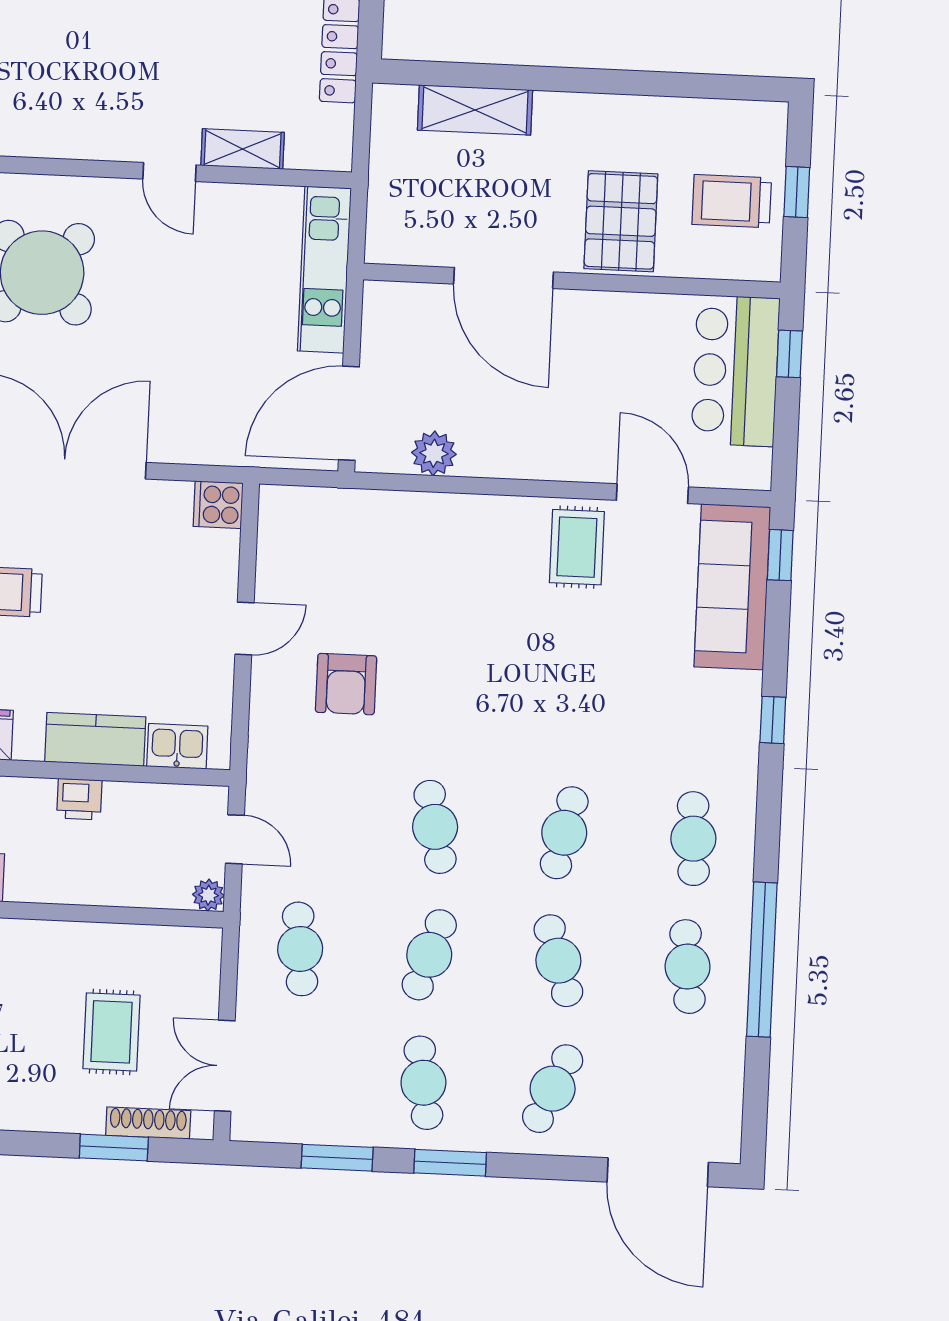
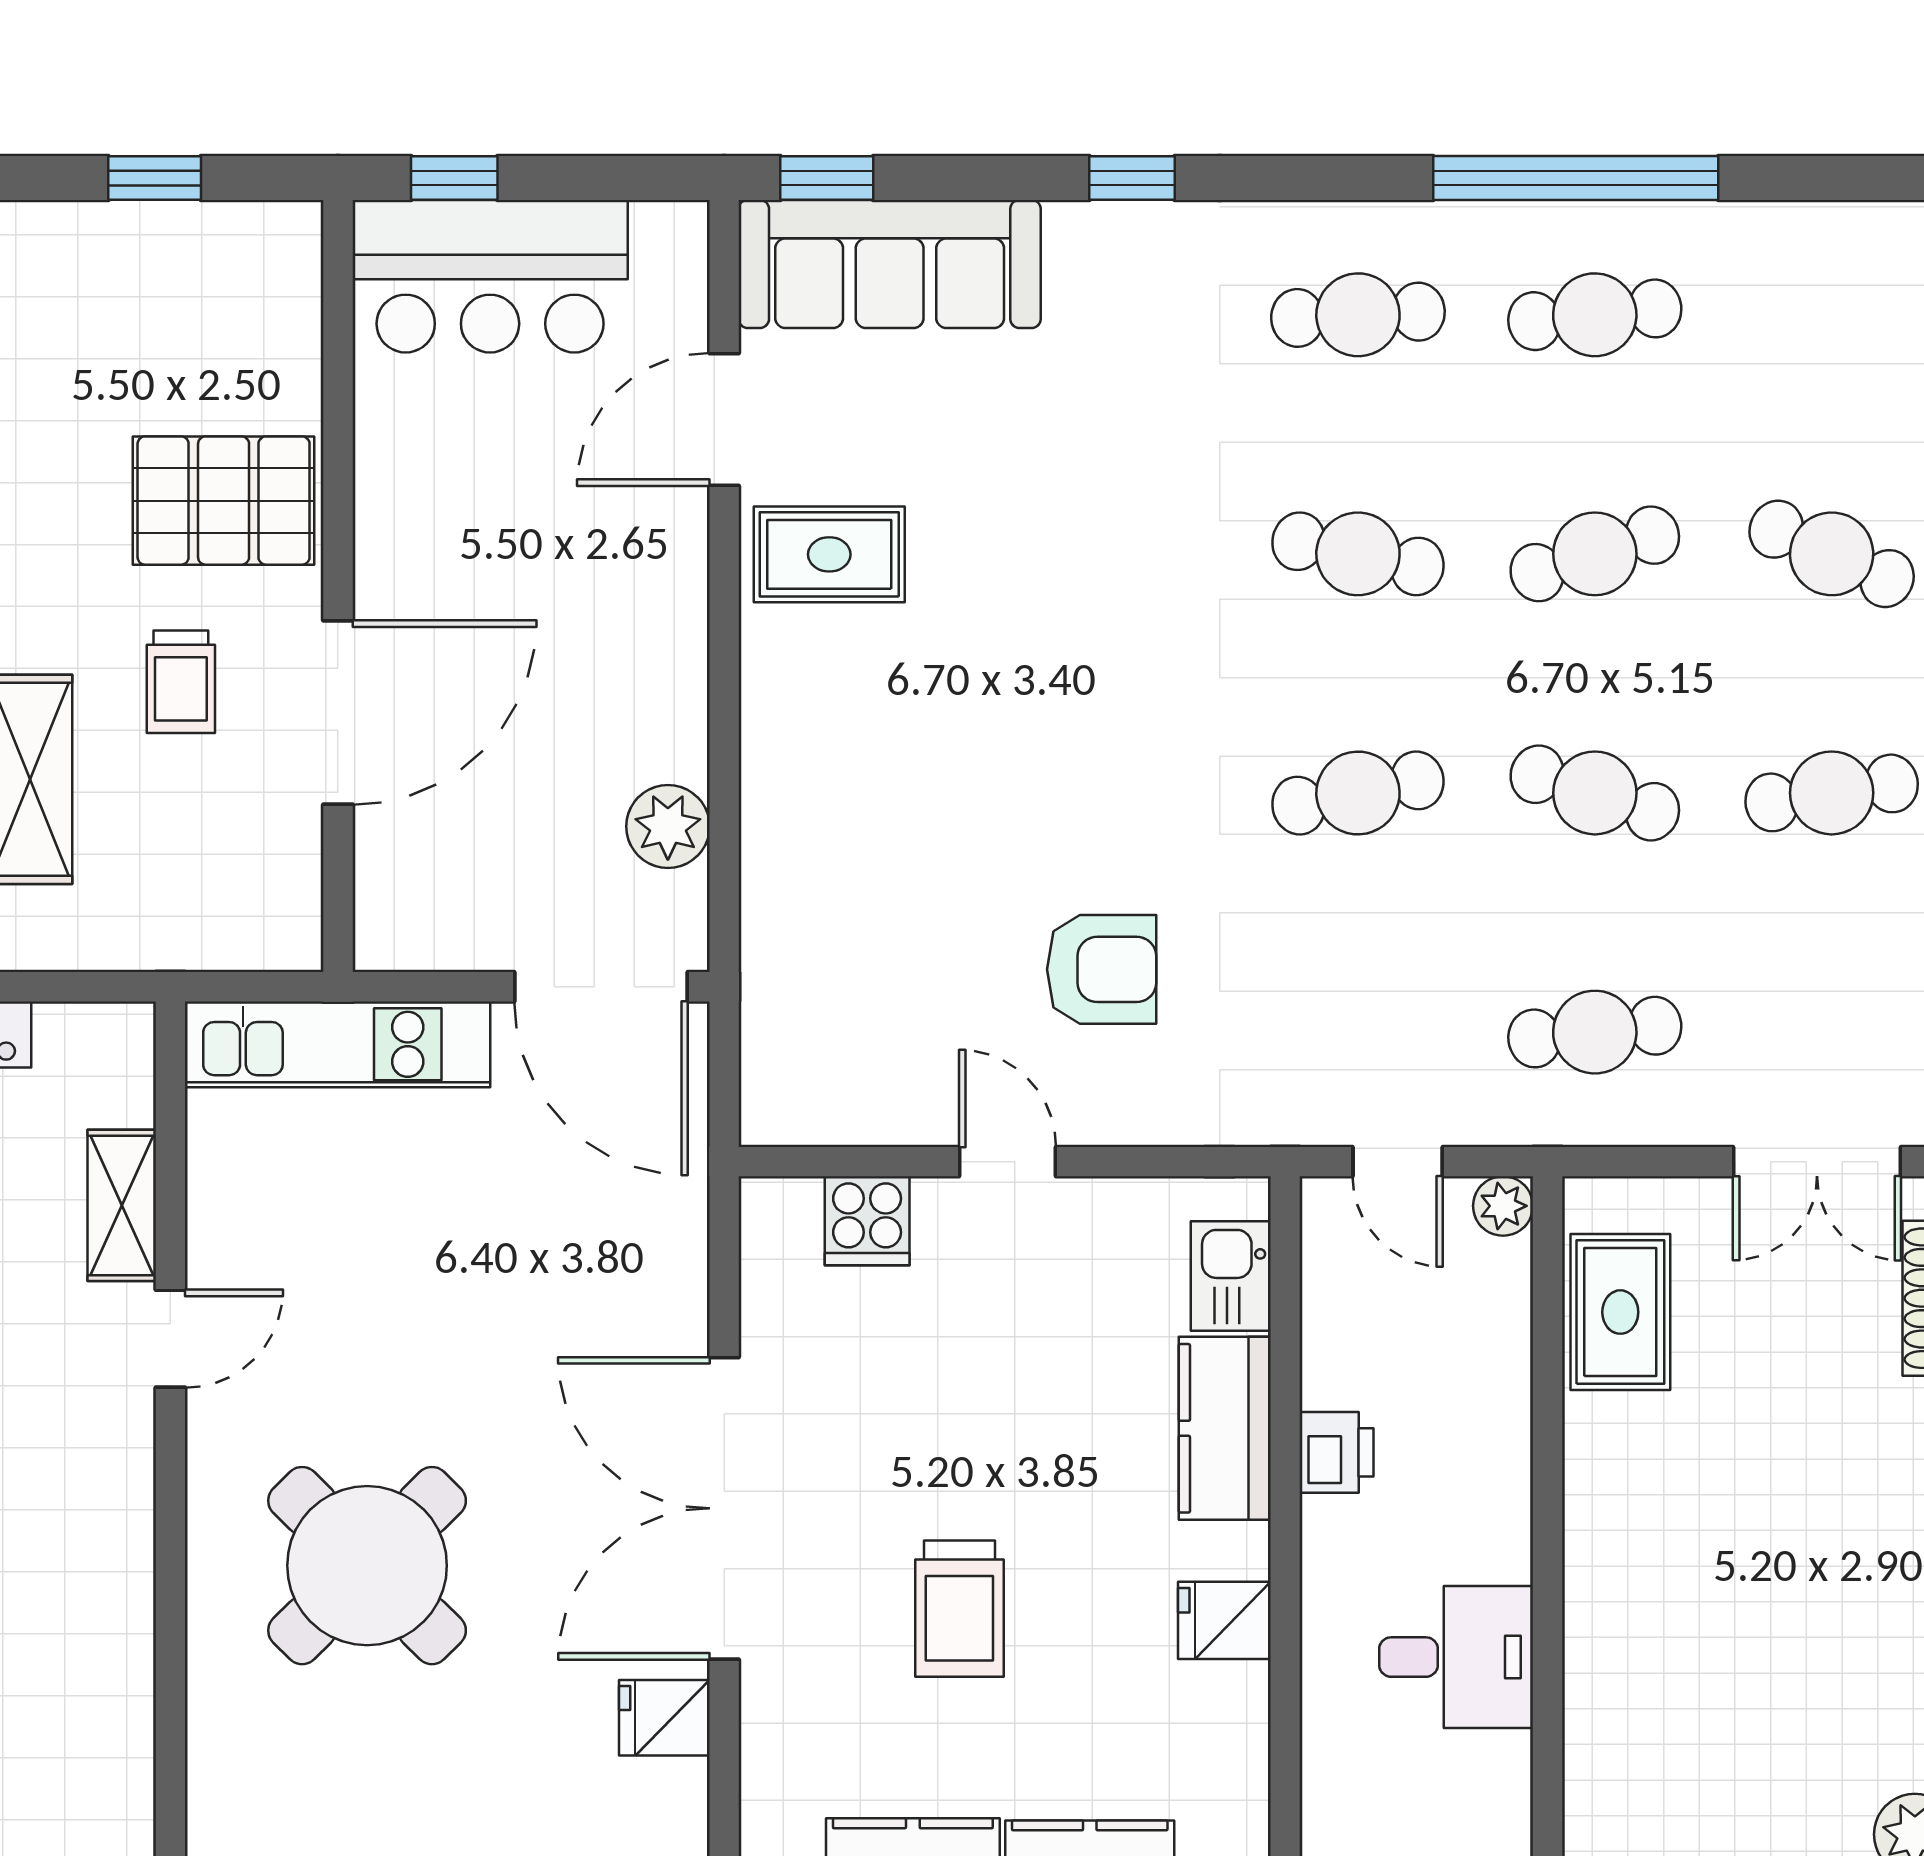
trolley: (732, 201) -> (181, 682), moved, width x0.73, depth x0.72
cooker: (218, 505) -> (867, 1221), moved
door: (235, 839) -> (1398, 1162), swing flipped
rug: (111, 1032) -> (1620, 1312), moved, turned 90

